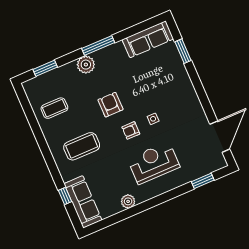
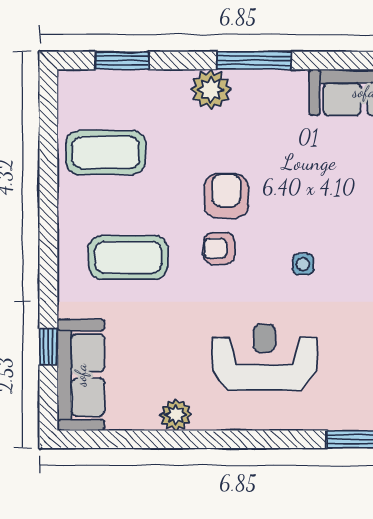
coffee table: (54, 108) -> (106, 152), width x1.36, depth x1.32
armchair: (131, 130) -> (219, 248), moved

